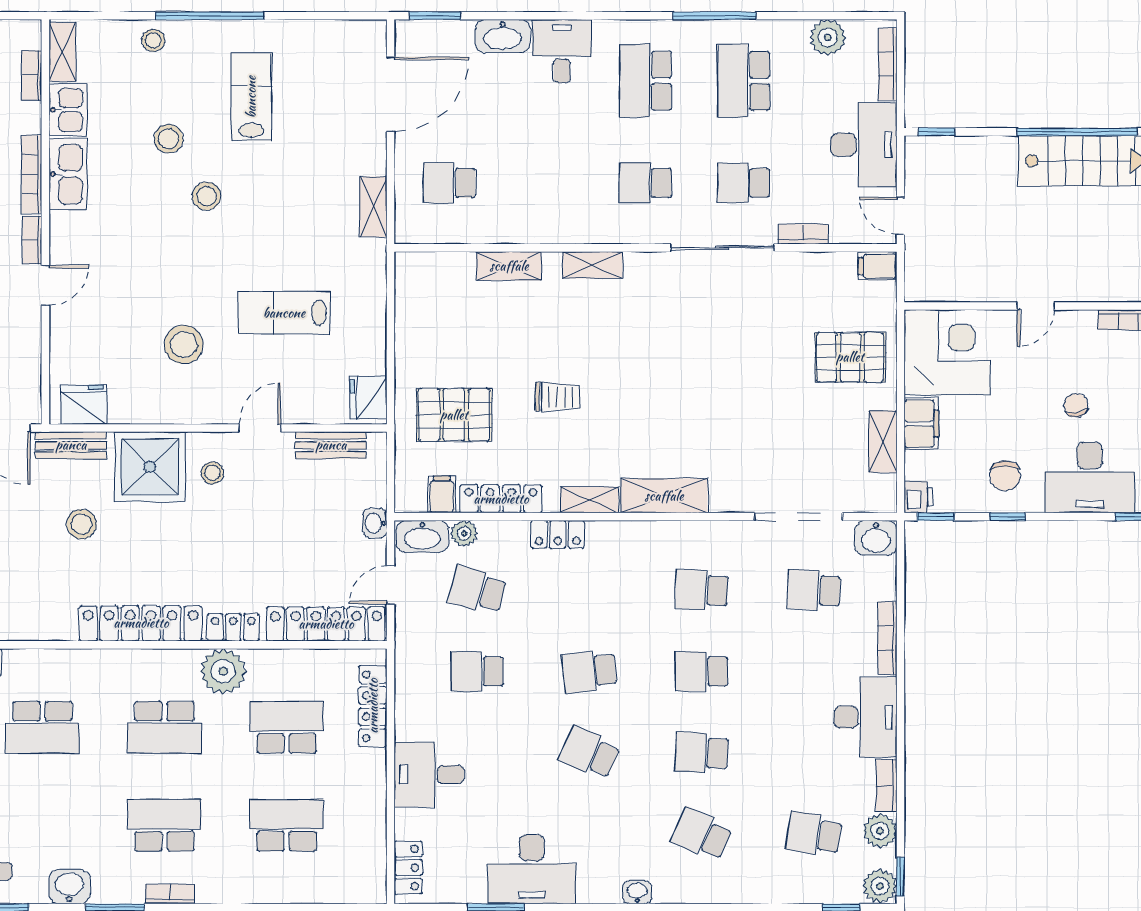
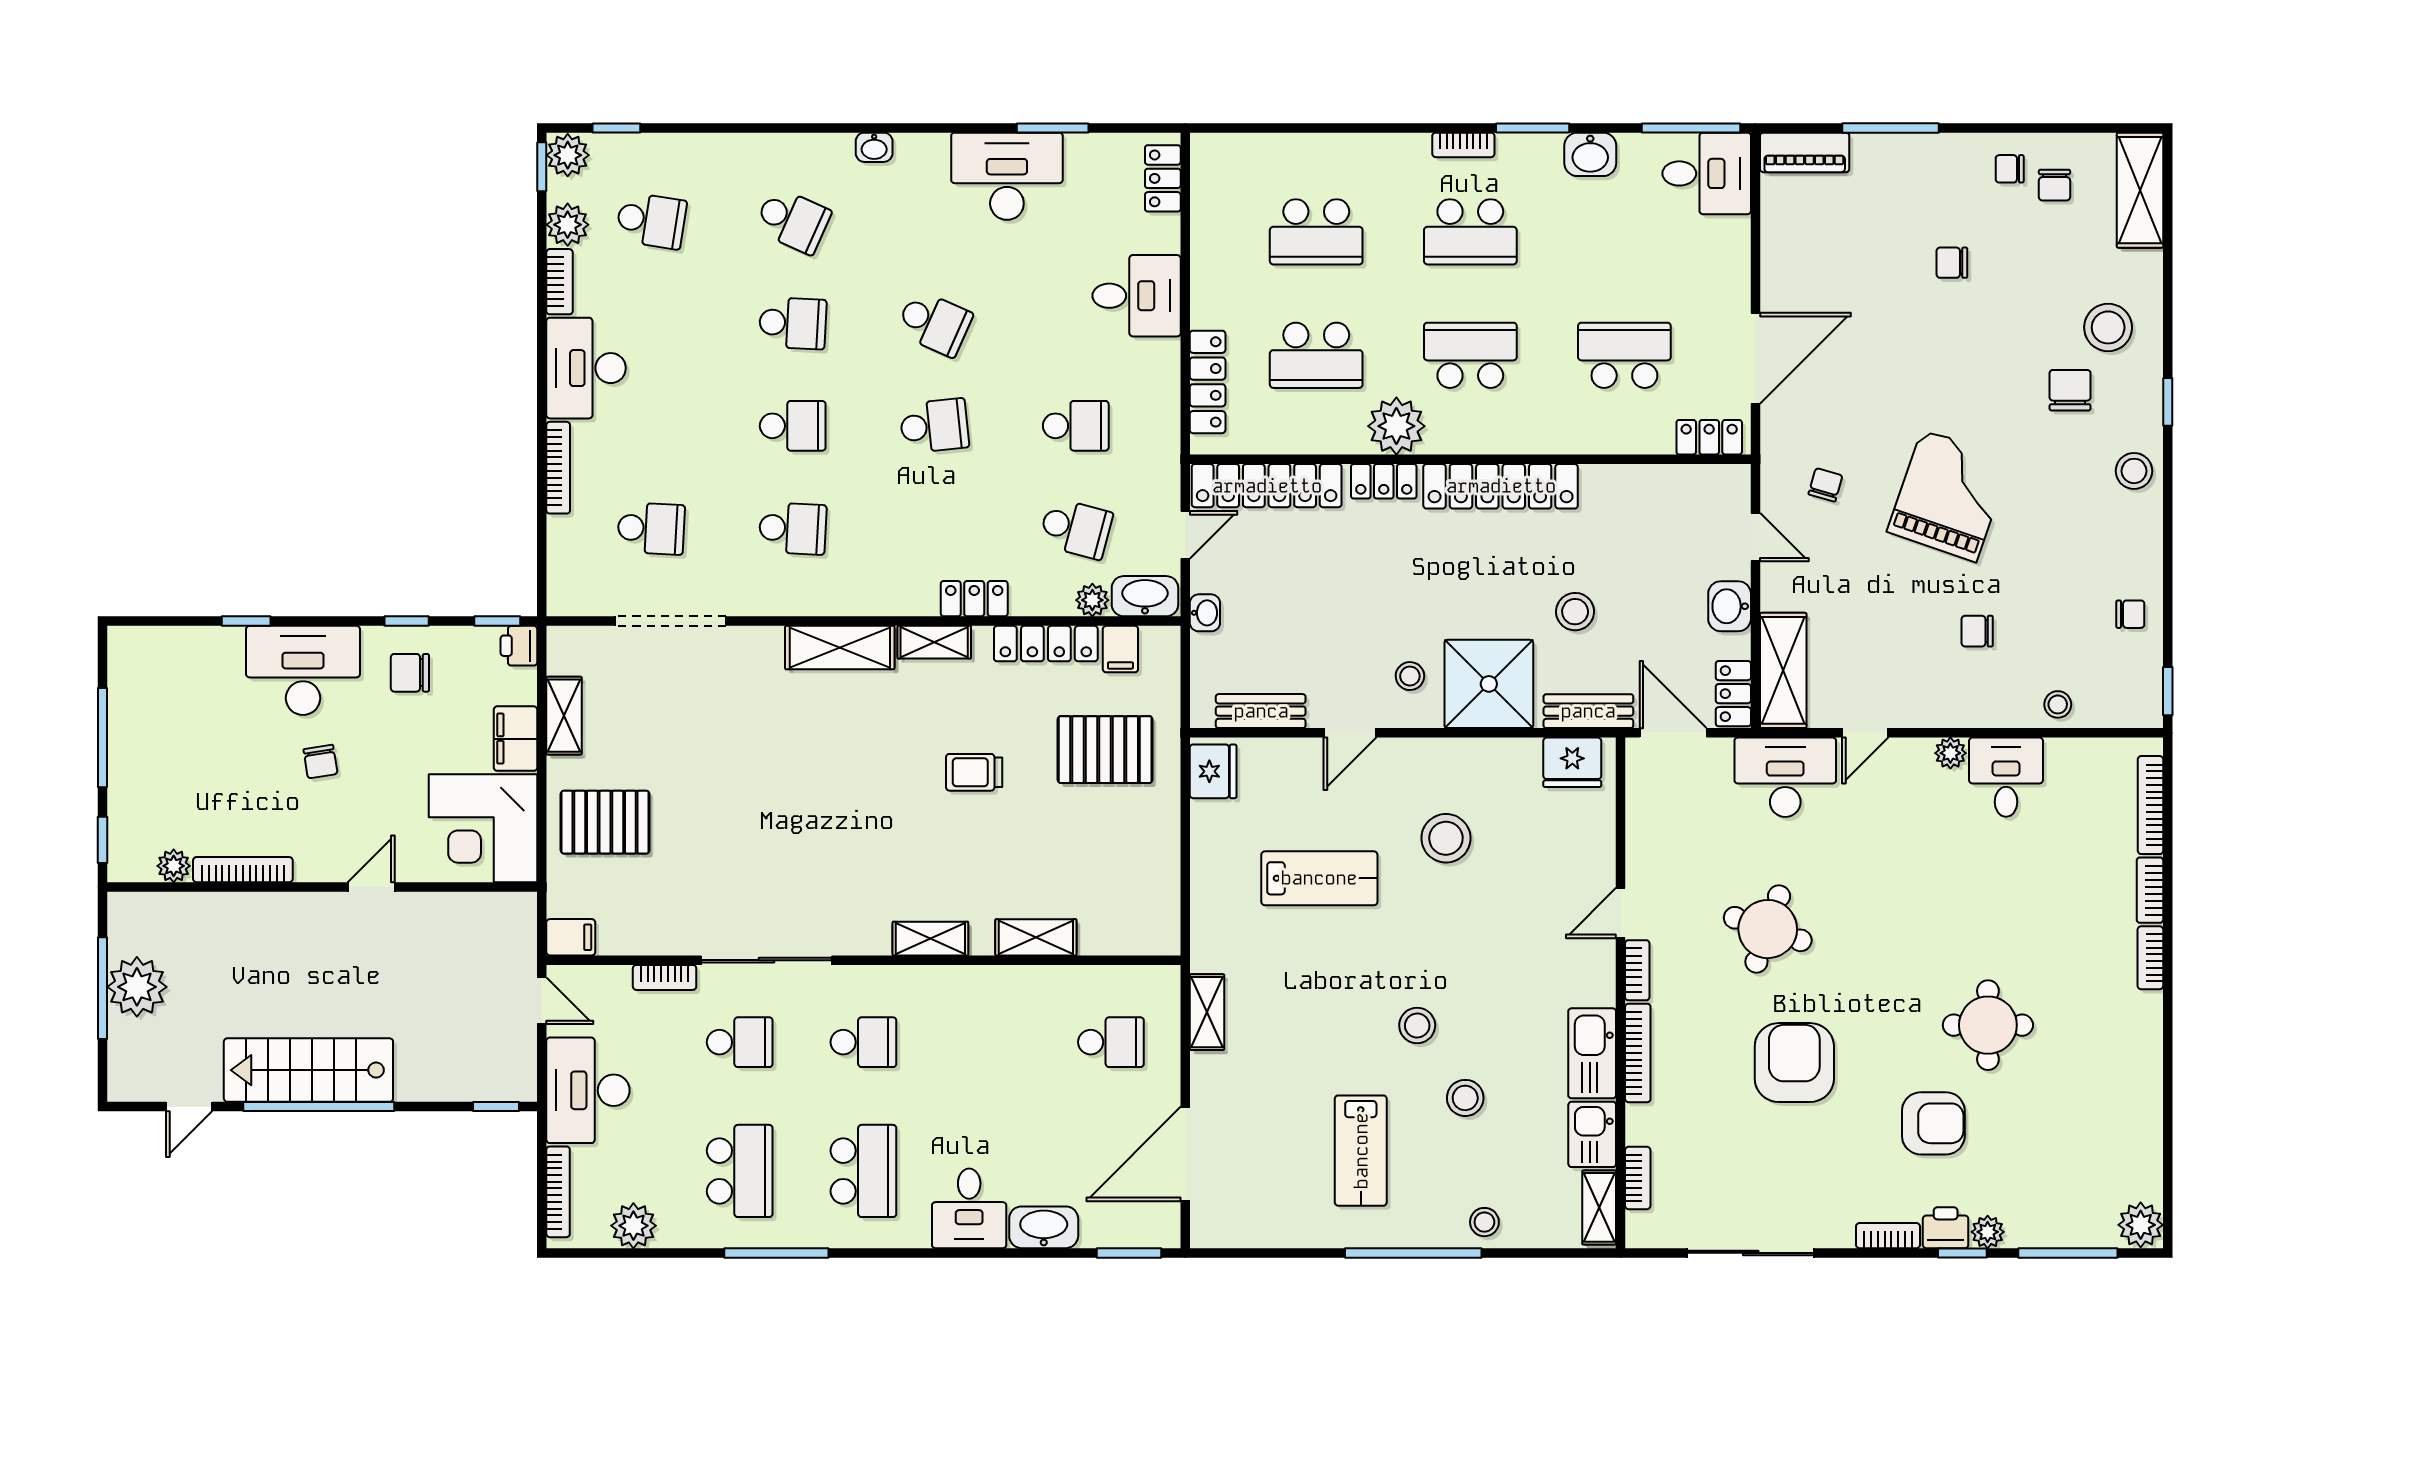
chair: (1005, 476) -> (410, 673), turned -90
washbasin: (876, 538) -> (573, 594), removed

